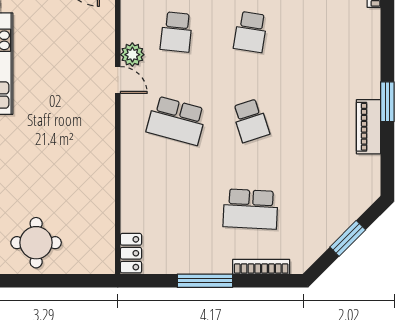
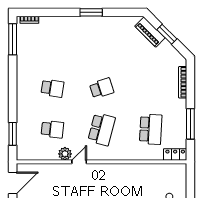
piano: (369, 127) -> (150, 32), moved, turned 45
school desk: (251, 209) -> (151, 129), moved
window: (205, 281) -> (190, 124), moved

